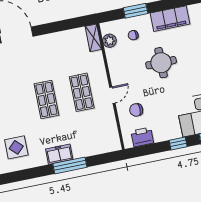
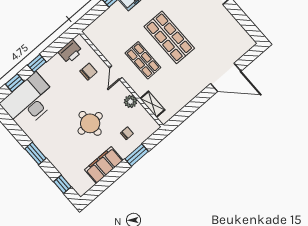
shelving: (93, 38) -> (152, 104), moved
plant: (109, 41) -> (131, 102), moved
shop shelf: (46, 100) -> (169, 37), width x1.43, depth x1.36

